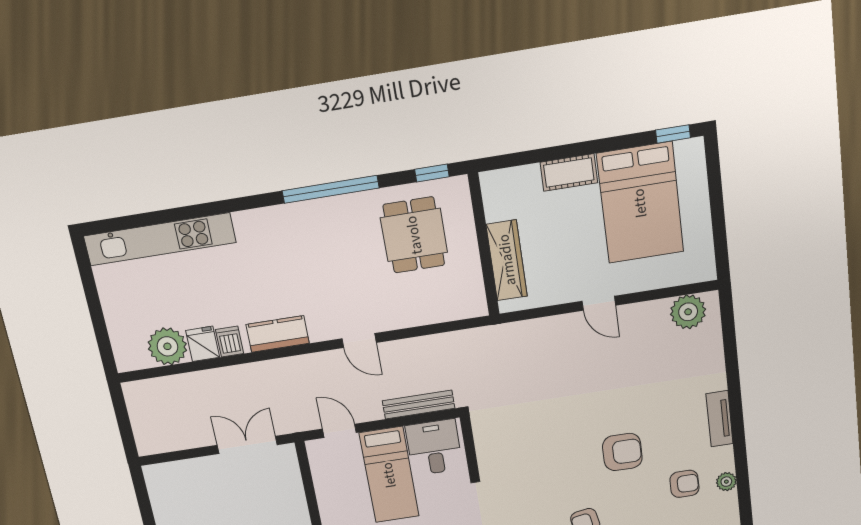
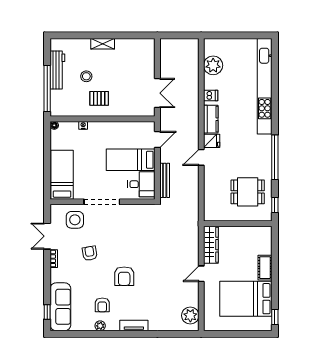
kitchen unit: (160, 239) -> (265, 86), width x1.36
wardrobe: (507, 260) -> (211, 245), moved, turned -90
fridge: (203, 344) -> (212, 141), moved

